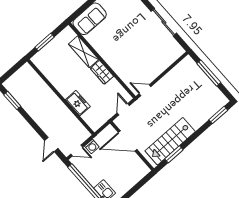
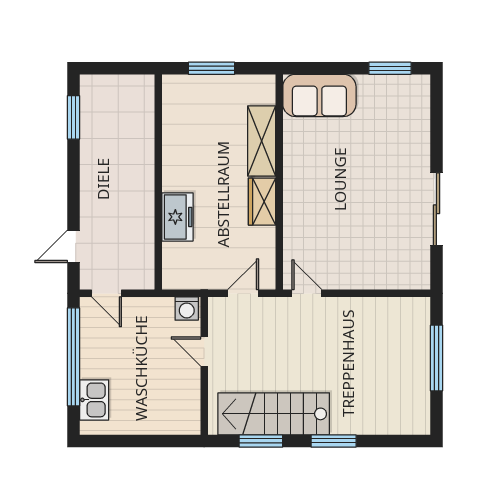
window: (218, 115) -> (334, 441), moved
door: (128, 141) -> (204, 352), width x0.53
washing machine: (92, 146) -> (187, 309), moved

